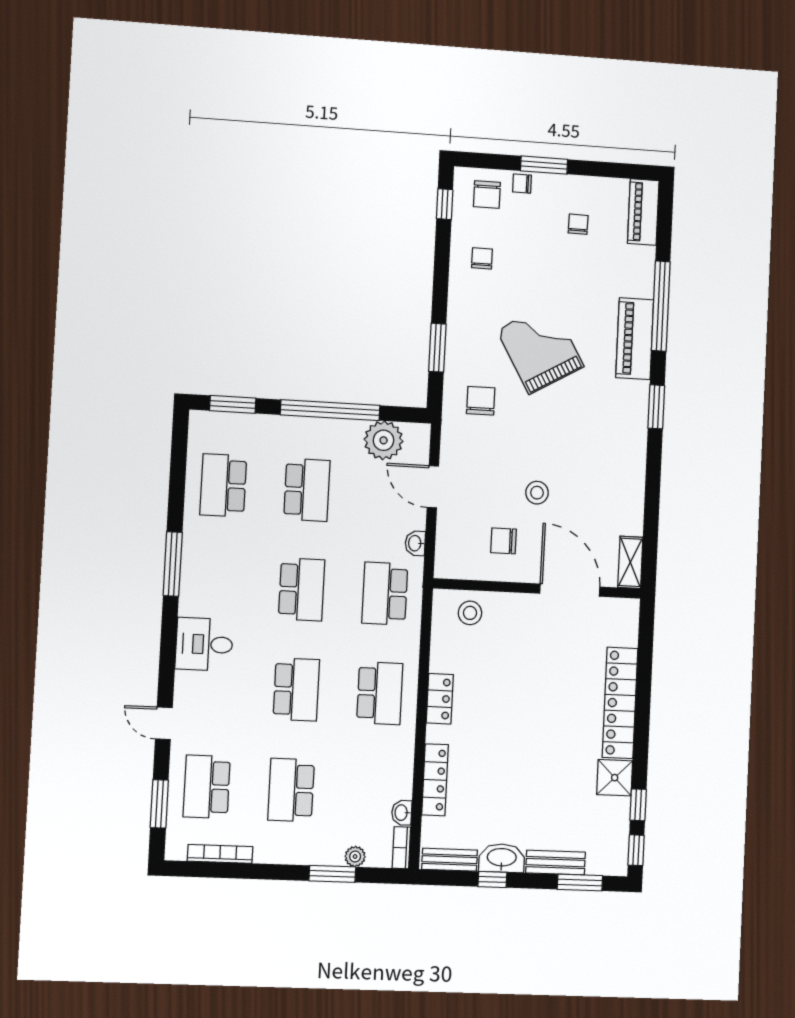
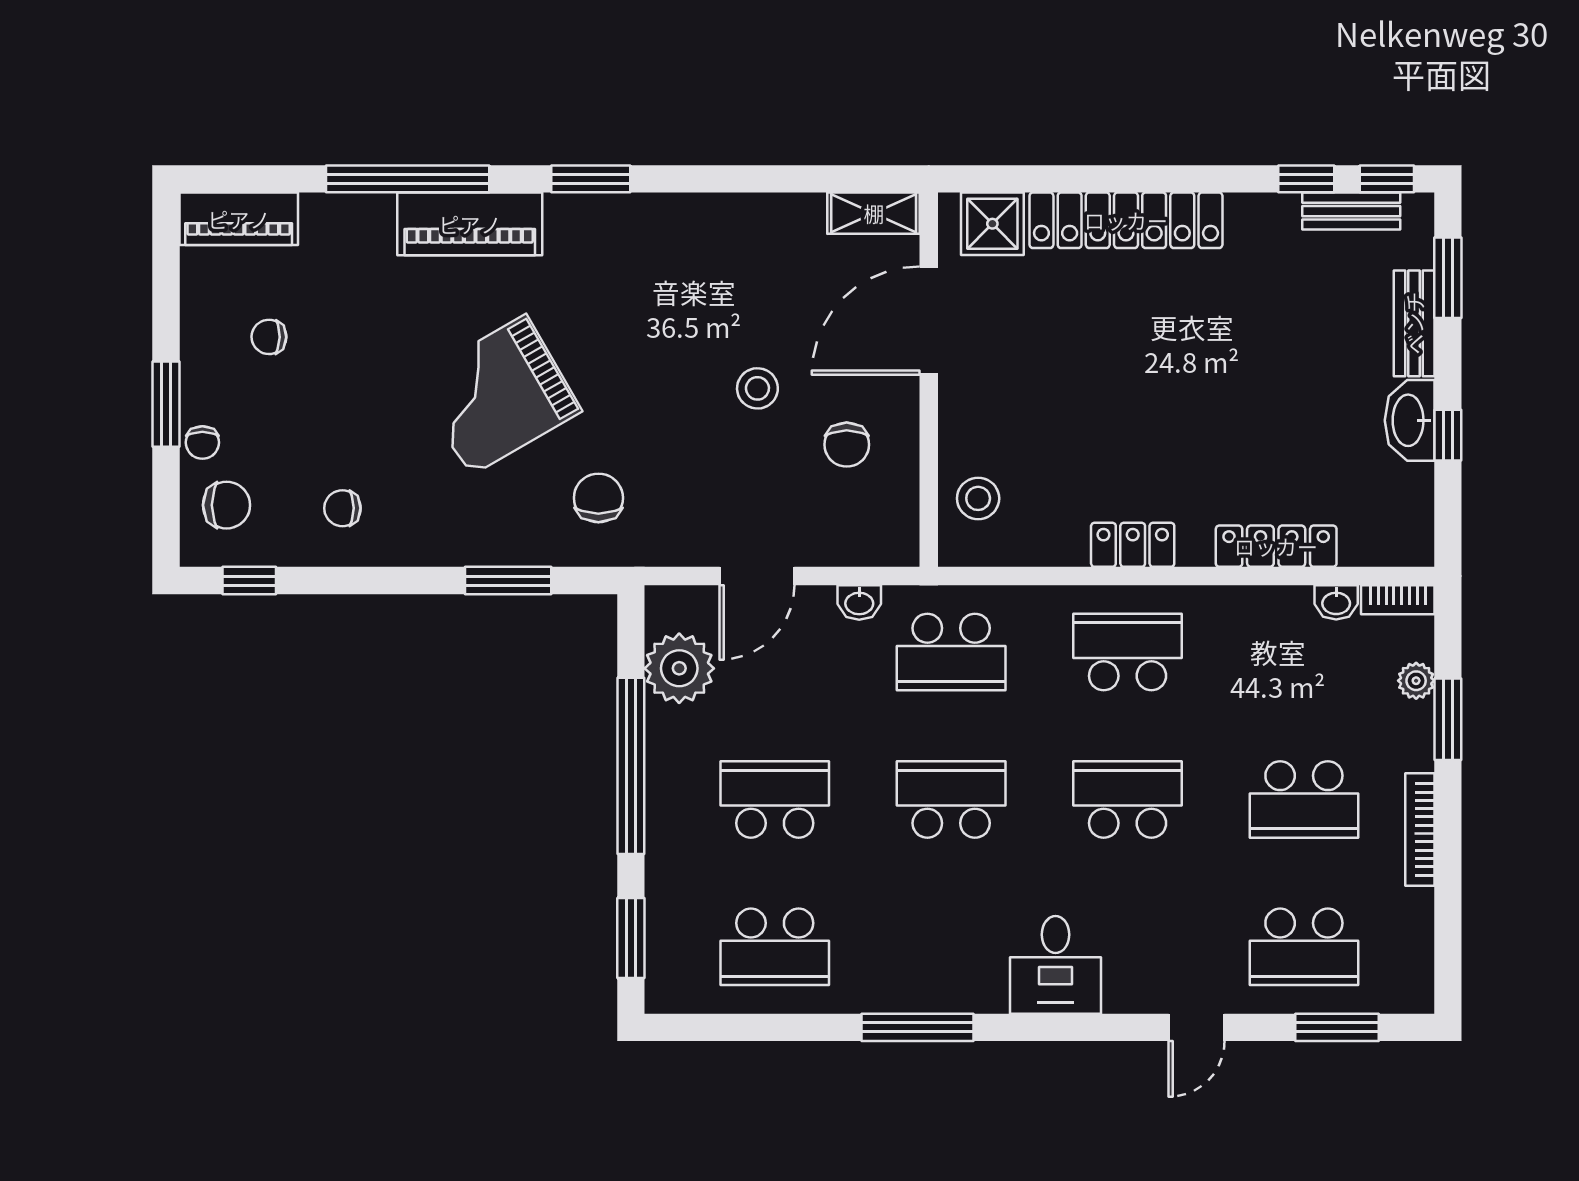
chair: (481, 401) -> (598, 498), turned 90
shower: (615, 778) -> (992, 224), moved
bookcase: (220, 854) -> (1420, 829), moved
bench: (450, 860) -> (1351, 211), moved, turned 90

